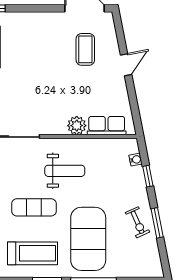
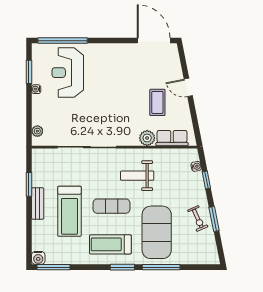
coffee table: (85, 49) -> (157, 102), moved
door: (126, 65) -> (188, 87), swing flipped
weight bench: (65, 171) -> (137, 176), turned 180
treadmill: (32, 253) -> (110, 244), turned 180

